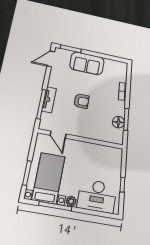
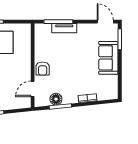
armchair: (81, 101) -> (43, 69), moved
door: (58, 135) -> (33, 89), moved

